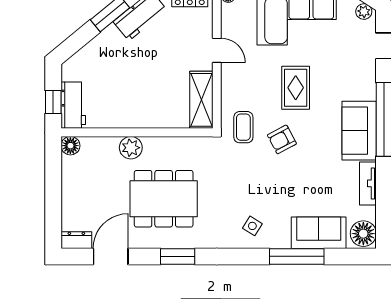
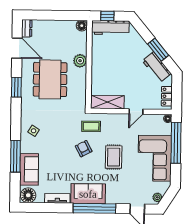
rug: (296, 88) -> (114, 157), turned 90
workbench: (73, 105) -> (110, 28), width x1.38

